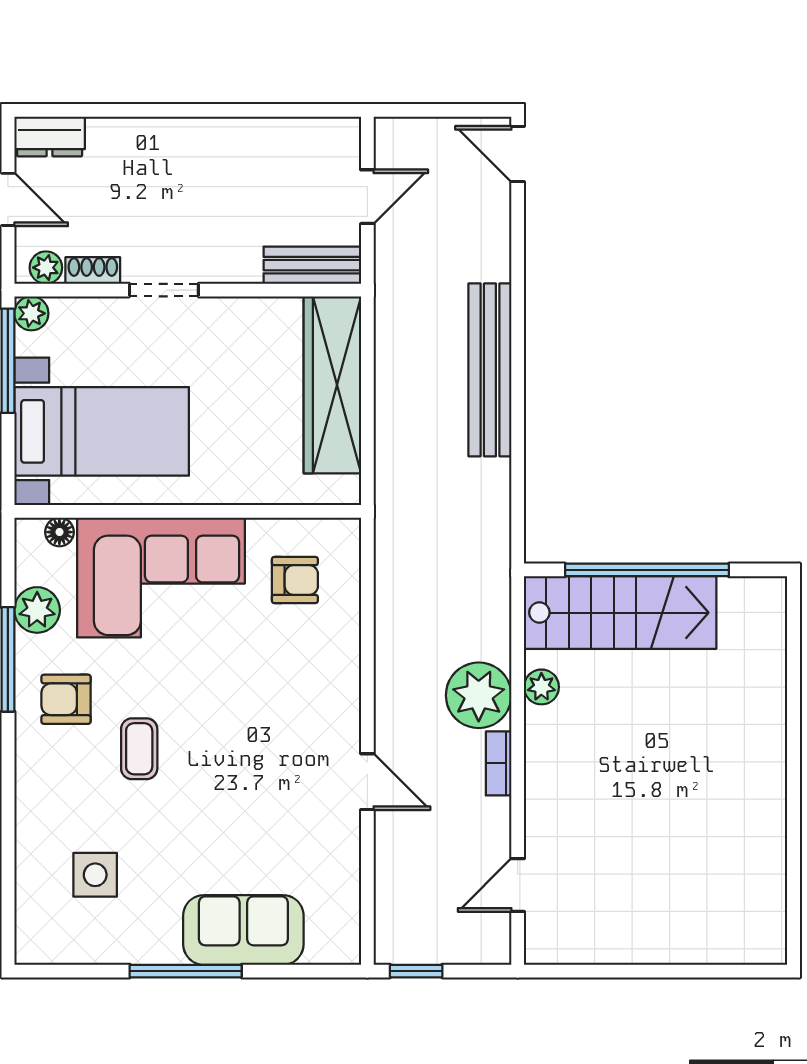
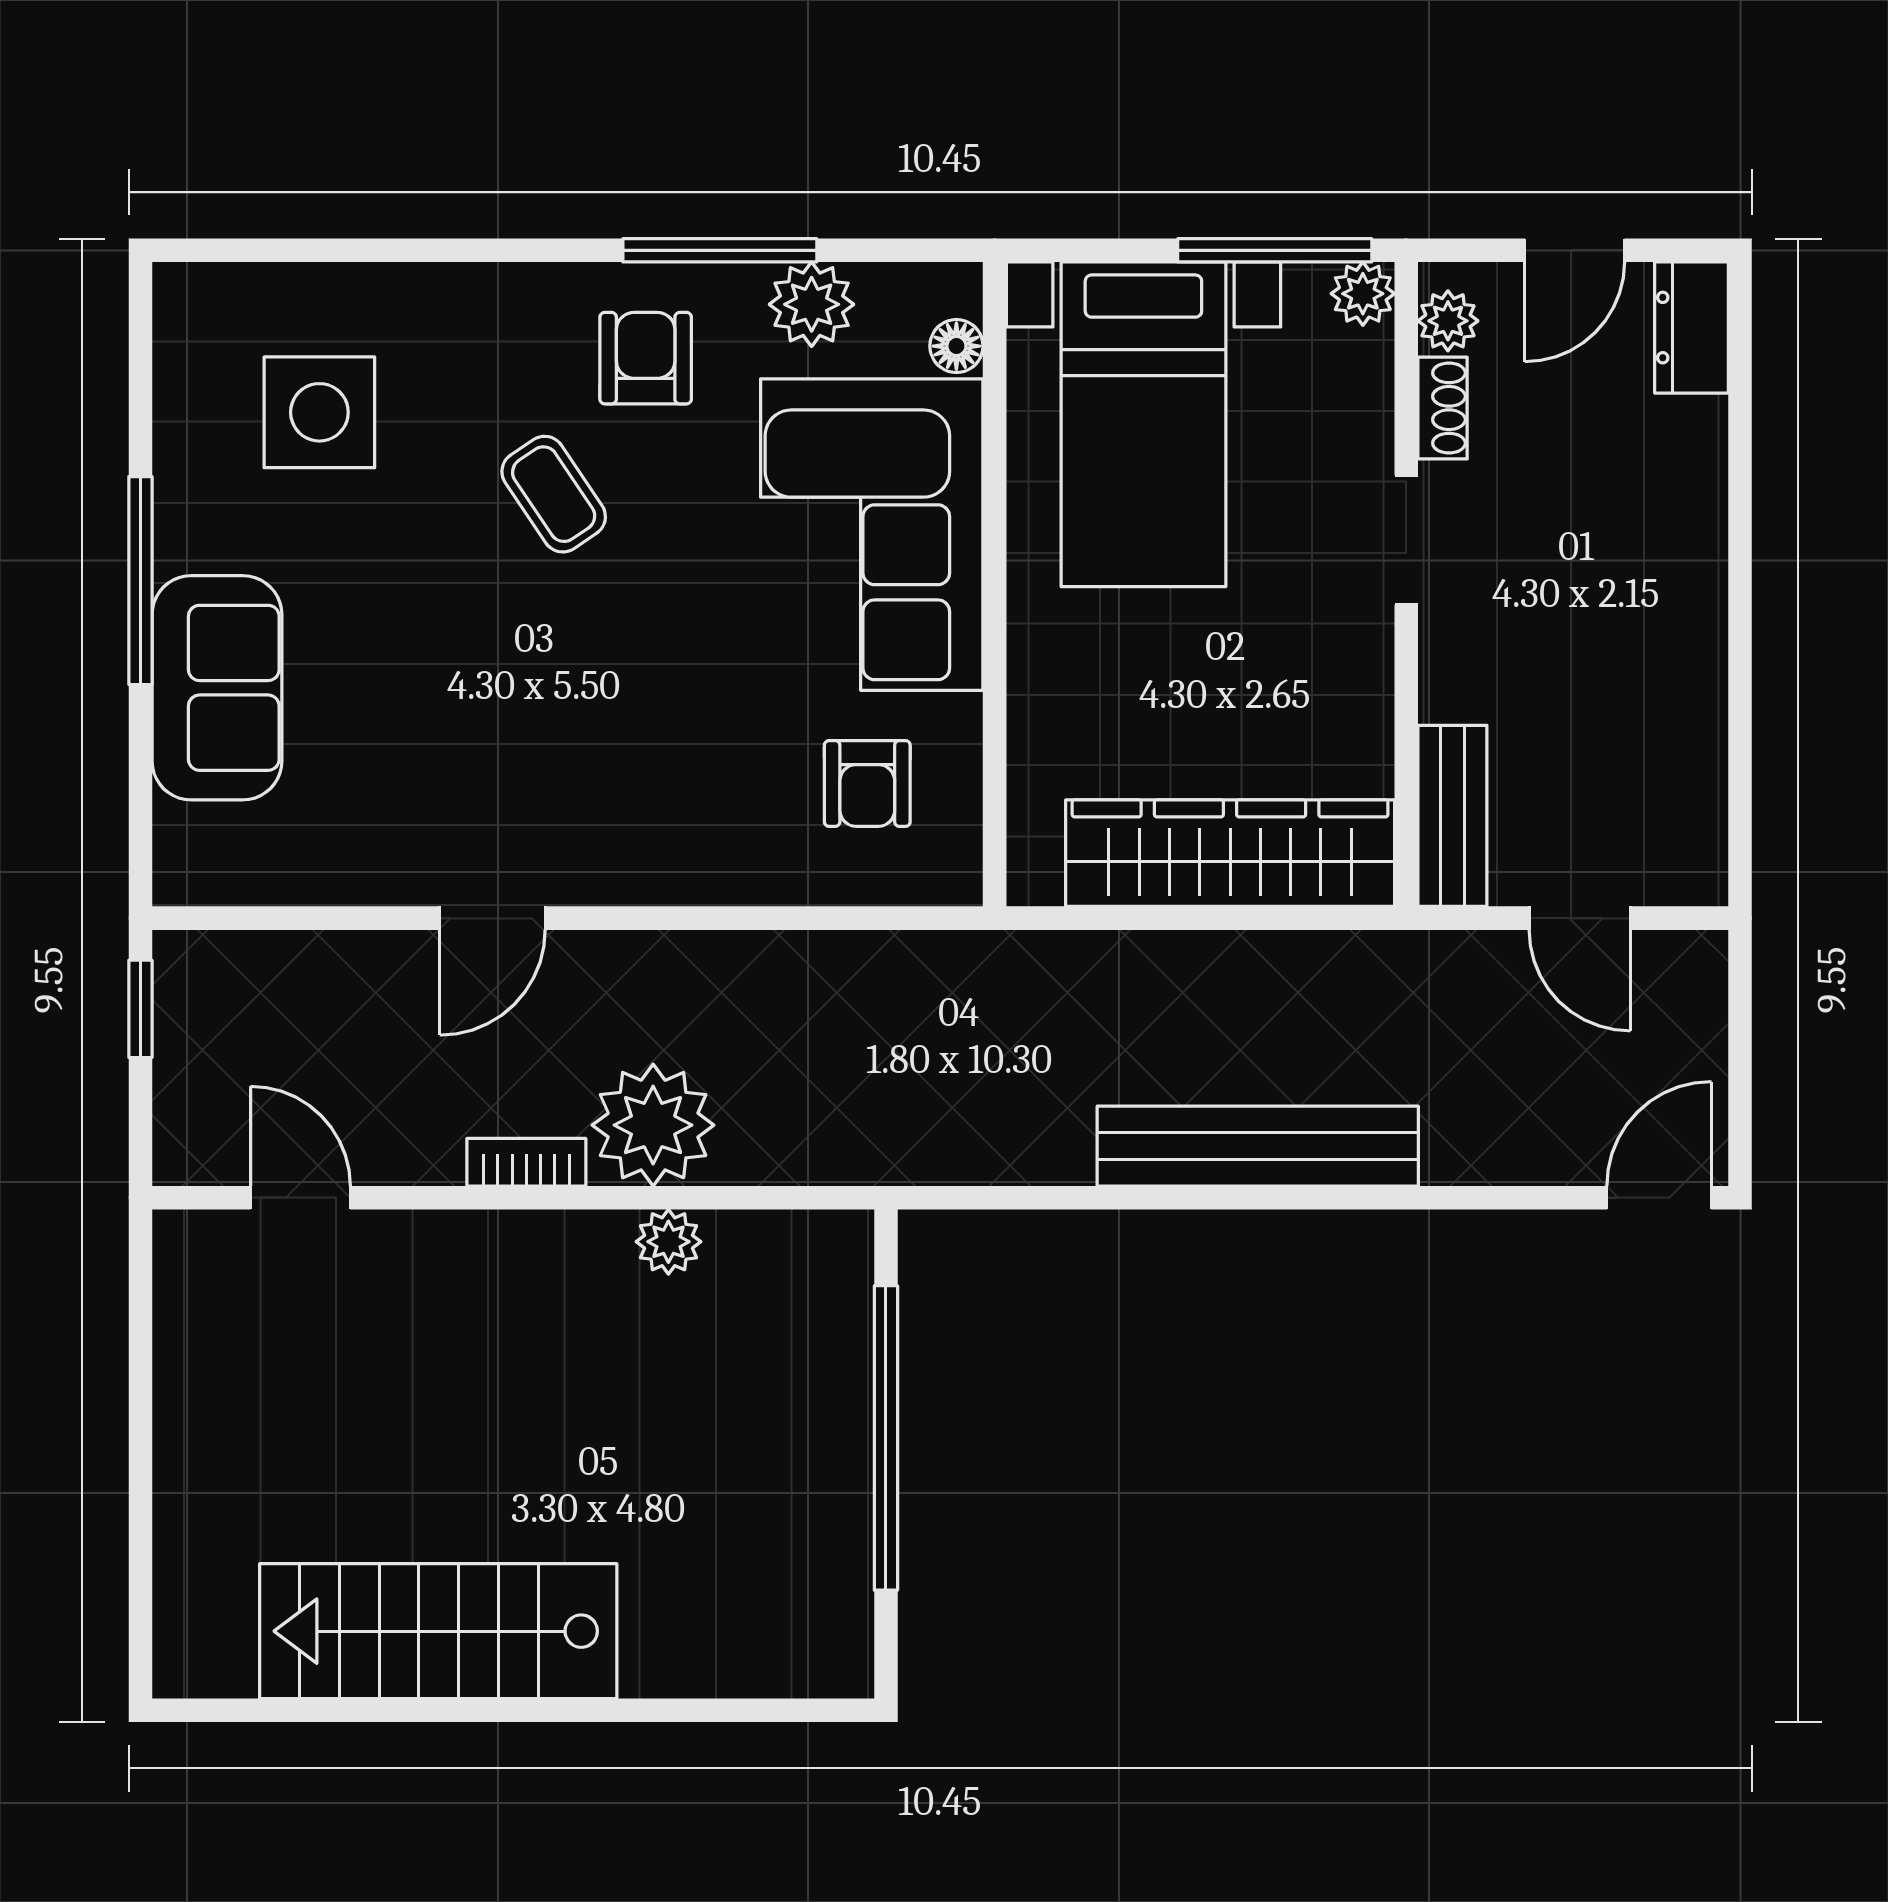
stairs: (620, 613) -> (438, 1631), moved, turned 90
coffee table: (139, 749) -> (554, 494), turned 56
side table: (95, 875) -> (319, 412), width x1.37, depth x1.37

